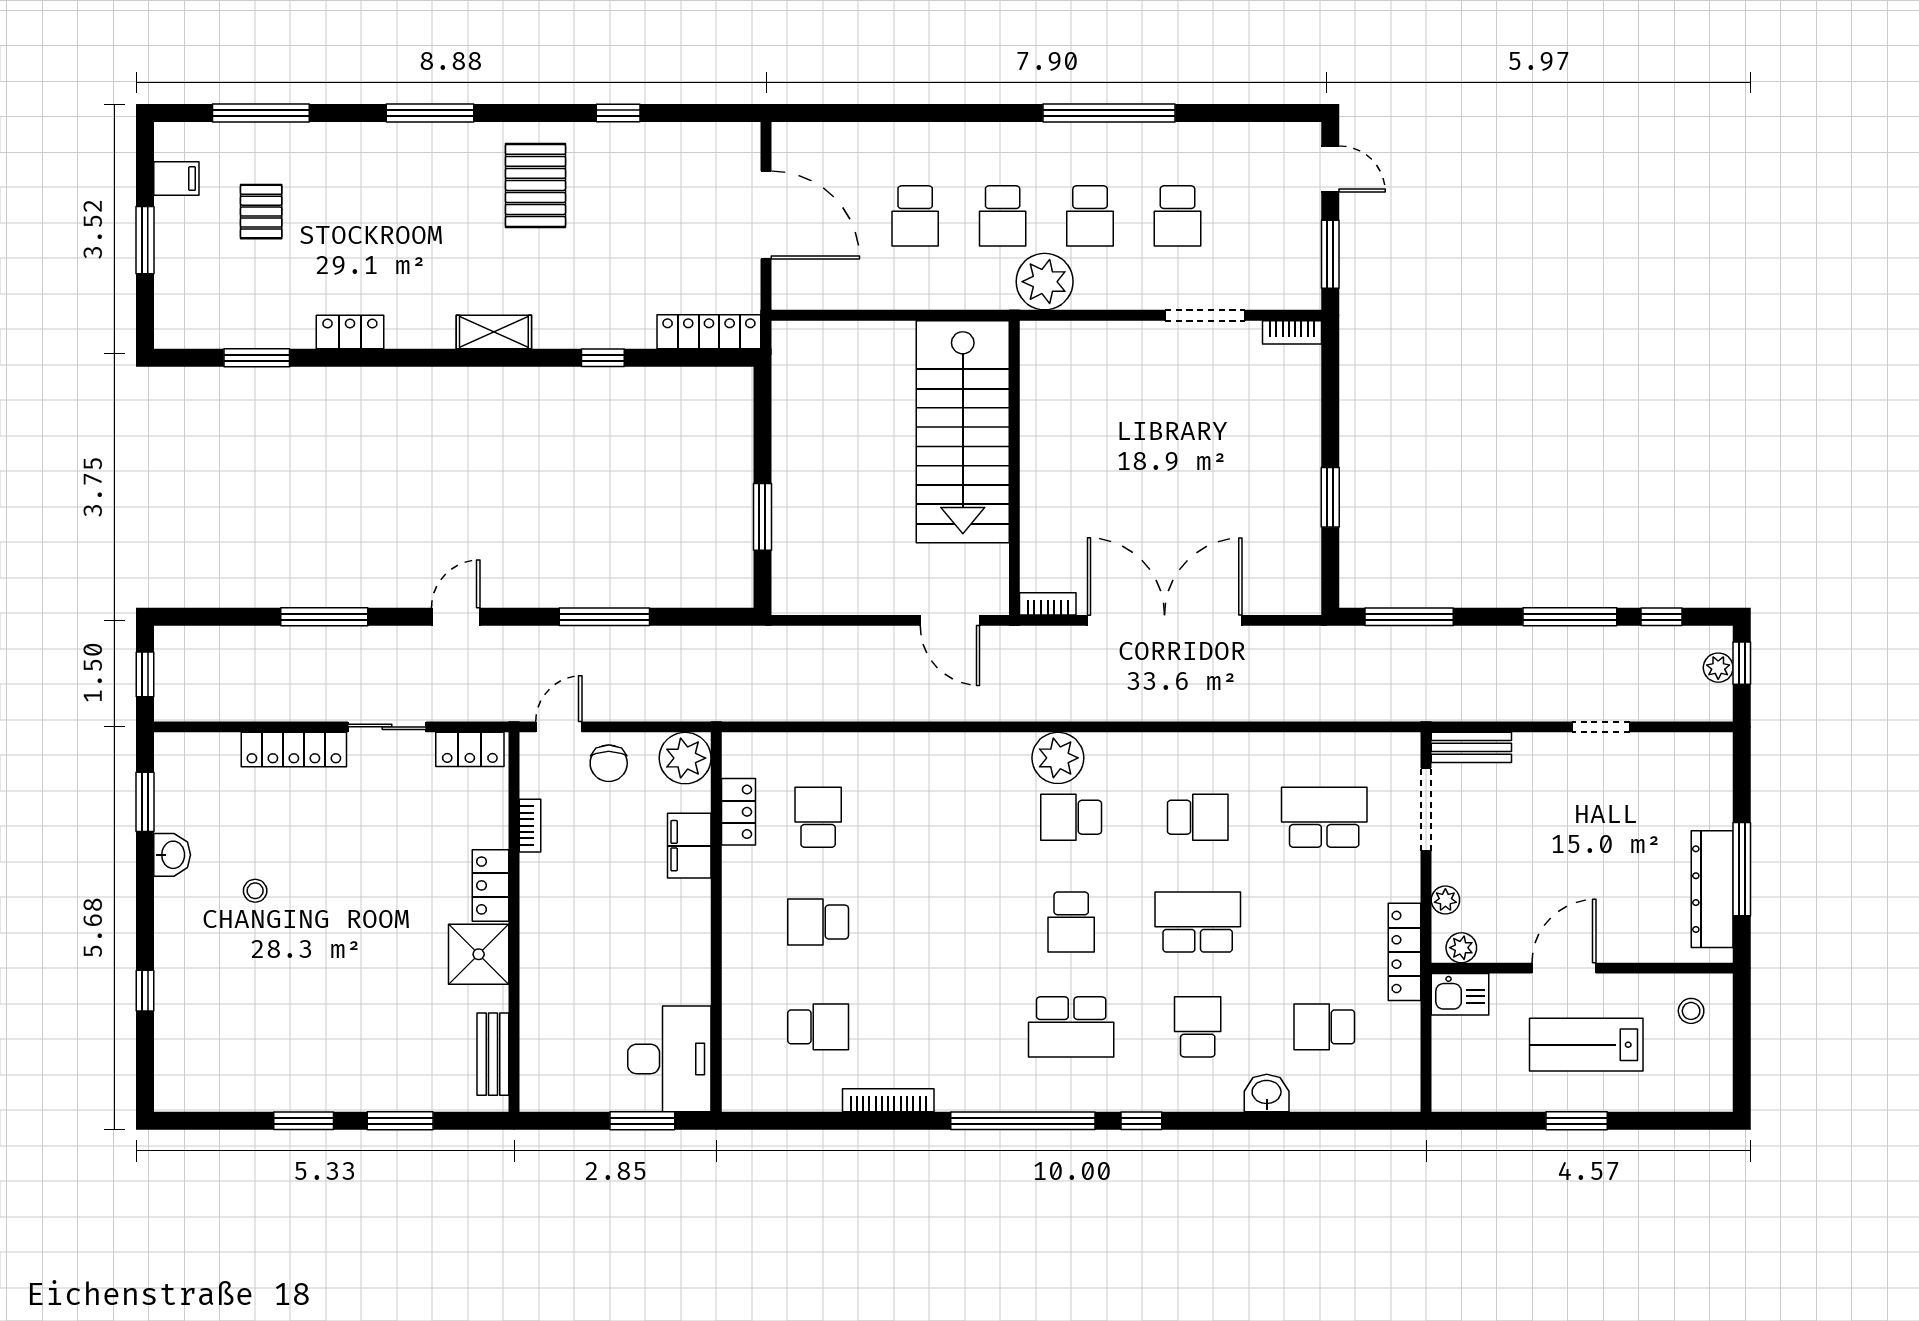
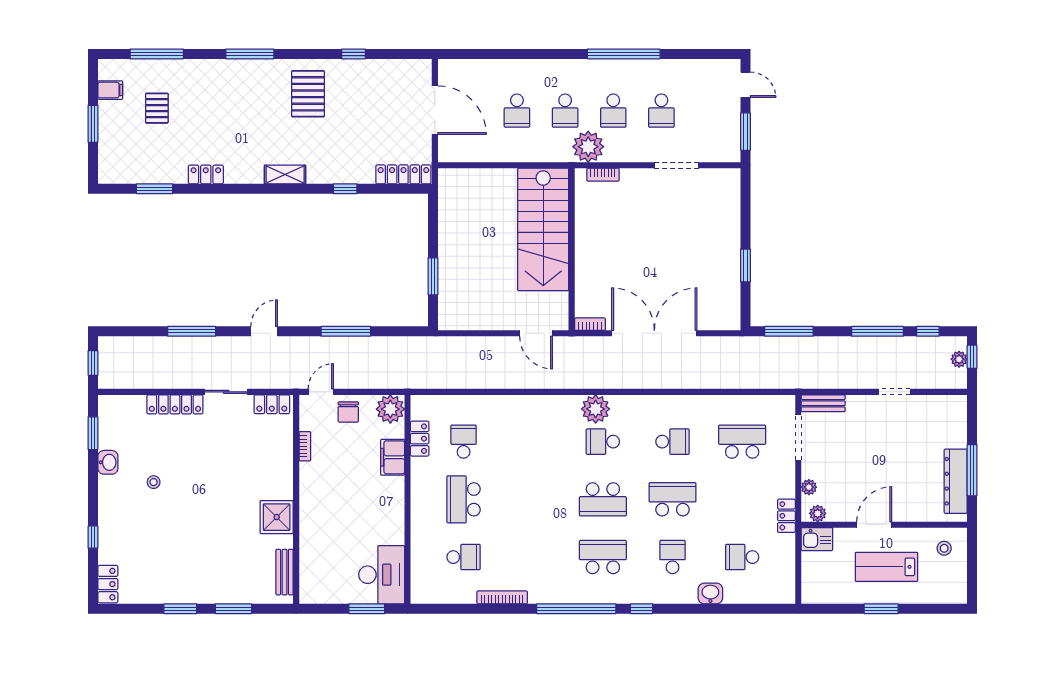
bookcase: (1292, 332) -> (603, 175), moved
locker: (491, 885) -> (108, 584), moved, turned 180
school desk: (818, 922) -> (464, 499), width x1.85
school desk: (1071, 922) -> (603, 499), width x1.85
locker: (1405, 952) -> (786, 516), width x0.66
school desk: (1071, 1027) -> (603, 557), turned 180

